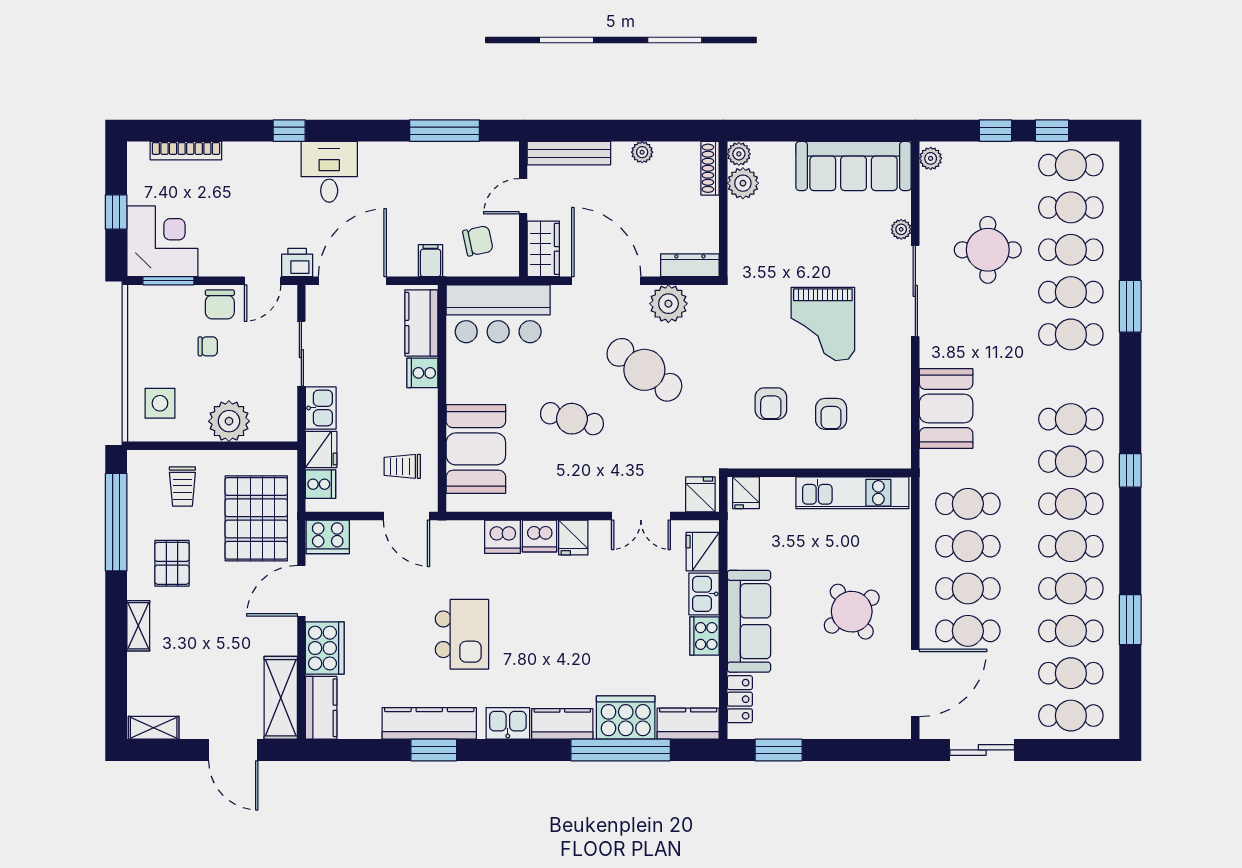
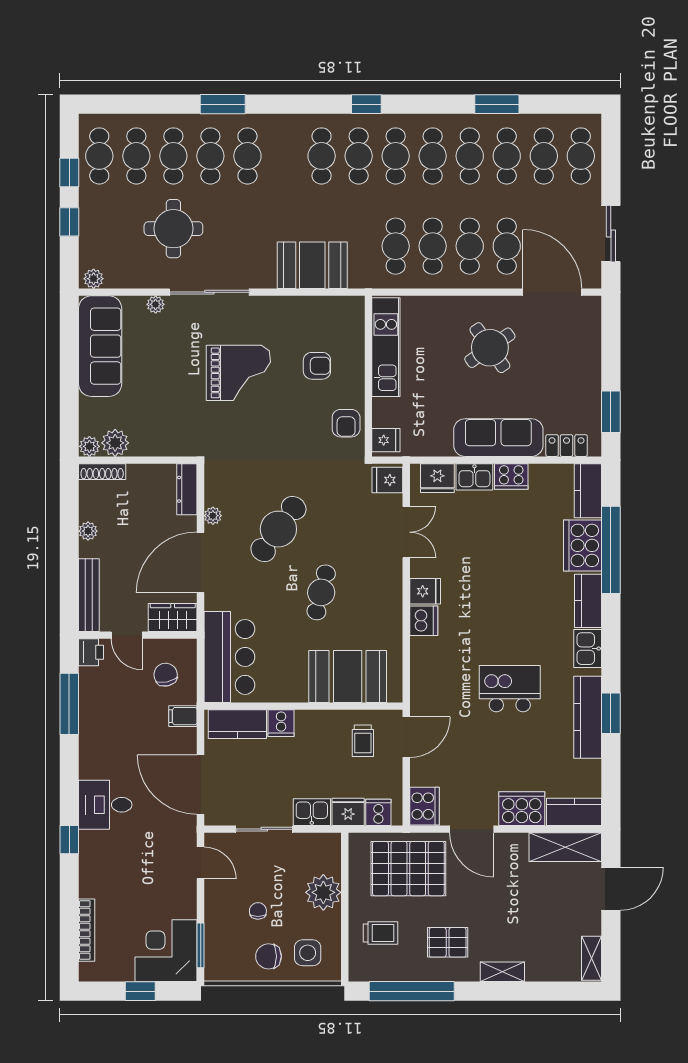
printer: (297, 263) -> (91, 652), moved, turned 180
chair: (220, 304) -> (268, 956), moved, turned 180
plant: (668, 304) -> (213, 516), width x0.53, depth x0.53
armchair: (771, 404) -> (346, 423), moved, turned 90
dishwasher: (502, 537) -> (424, 653), removed

